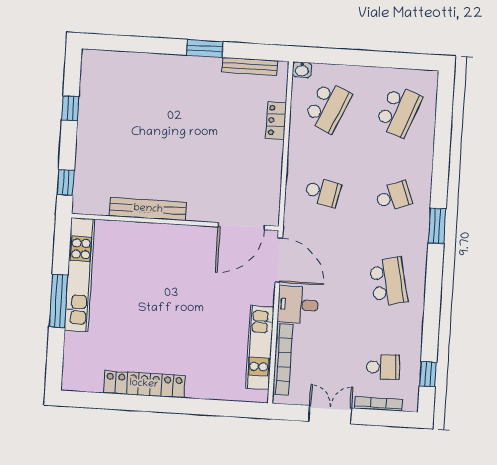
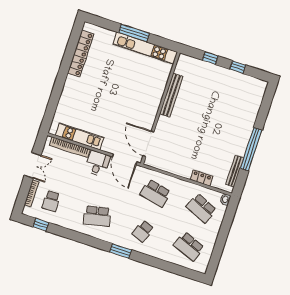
window: (205, 48) -> (251, 149), width x2.11
window: (66, 182) -> (210, 58), moved
school desk: (323, 192) -> (155, 193), width x1.85
school desk: (393, 196) -> (143, 231), turned 42
door: (279, 260) -> (125, 159), hinge flipped
locker: (144, 384) -> (81, 53), moved

